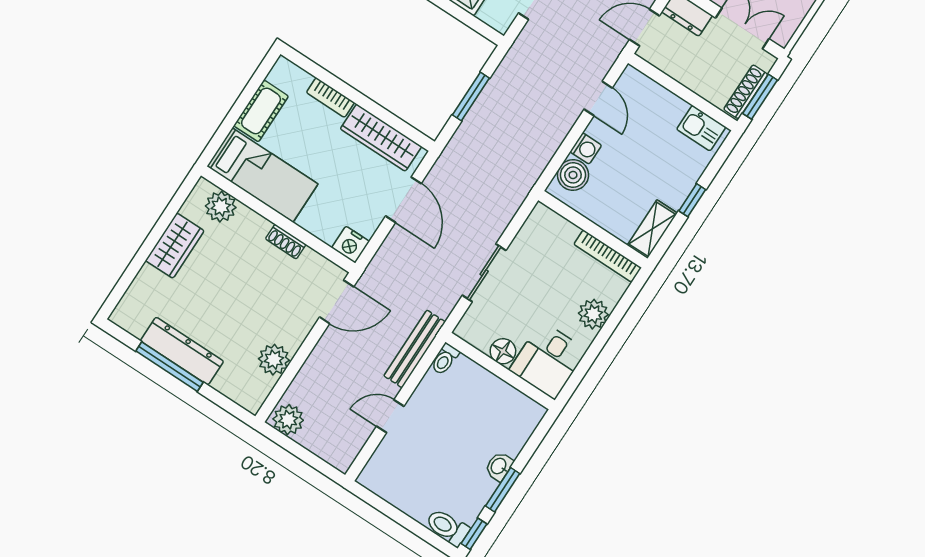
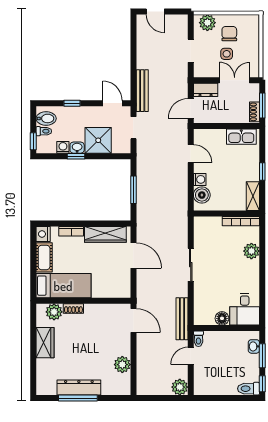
shoe rack: (746, 92) -> (255, 112), width x0.70
kitchen sink: (701, 128) -> (241, 137), width x1.38
shoe rack: (286, 242) -> (73, 308), moved
nightstand: (351, 245) -> (43, 234), moved, turned 90
door: (337, 302) -> (133, 321), hinge flipped
floor lamp: (503, 351) -> (222, 318), moved
toilet: (445, 359) -> (198, 339), moved
desk: (548, 360) -> (245, 309), moved
wall: (500, 371) -> (227, 328), moved
plant: (288, 420) -> (180, 387), moved

